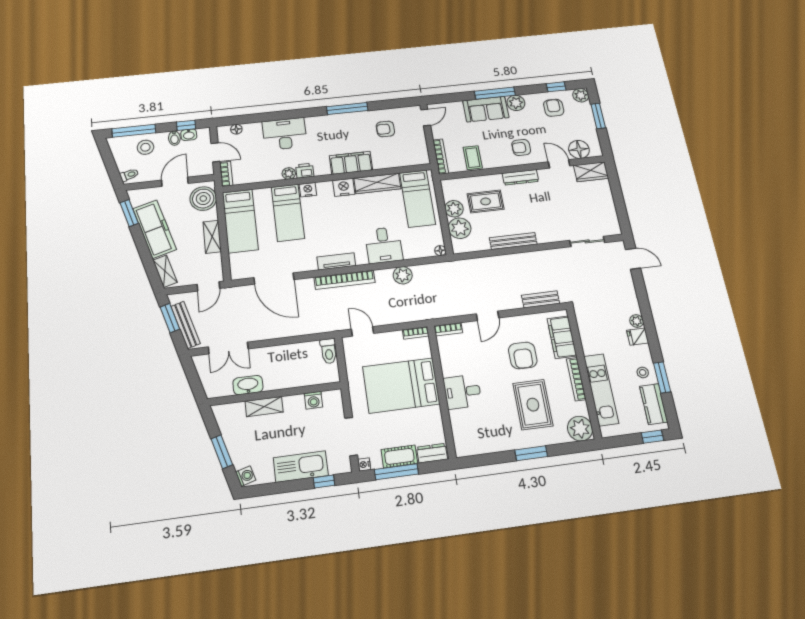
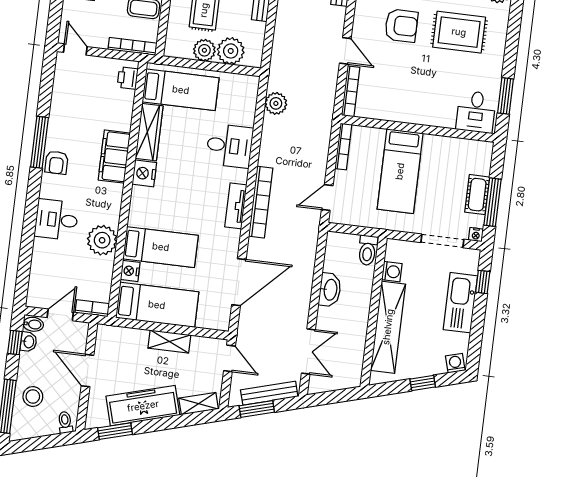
floor lamp: (236, 129) -> (35, 283), removed
armchair: (385, 129) -> (57, 163), moved
desk: (285, 134) -> (56, 220), width x0.73
bidet: (174, 138) -> (33, 324), moved
printer: (305, 171) -> (128, 78), moved
plant: (289, 173) -> (102, 240), width x1.87, depth x1.87
nightstand: (308, 190) -> (130, 271), moved
boiler: (203, 199) -> (118, 342), removed
floor lamp: (440, 251) -> (253, 82), removed
plant: (403, 275) -> (276, 103), moved
bookcase: (448, 329) -> (351, 91), width x1.56
bookcase: (416, 333) -> (343, 146), width x1.56
toilet: (329, 351) -> (368, 250), moved, turned 90
washbasin: (248, 385) -> (330, 290), moved, turned 180
bed: (401, 385) -> (400, 171), width x0.67
desk: (462, 392) -> (476, 112), moved
shelving: (264, 407) -> (388, 327), width x2.20, depth x1.33
window: (222, 452) -> (423, 383), width x0.67
dresser: (432, 453) -> (483, 158), removed
window: (531, 453) -> (506, 96), moved

